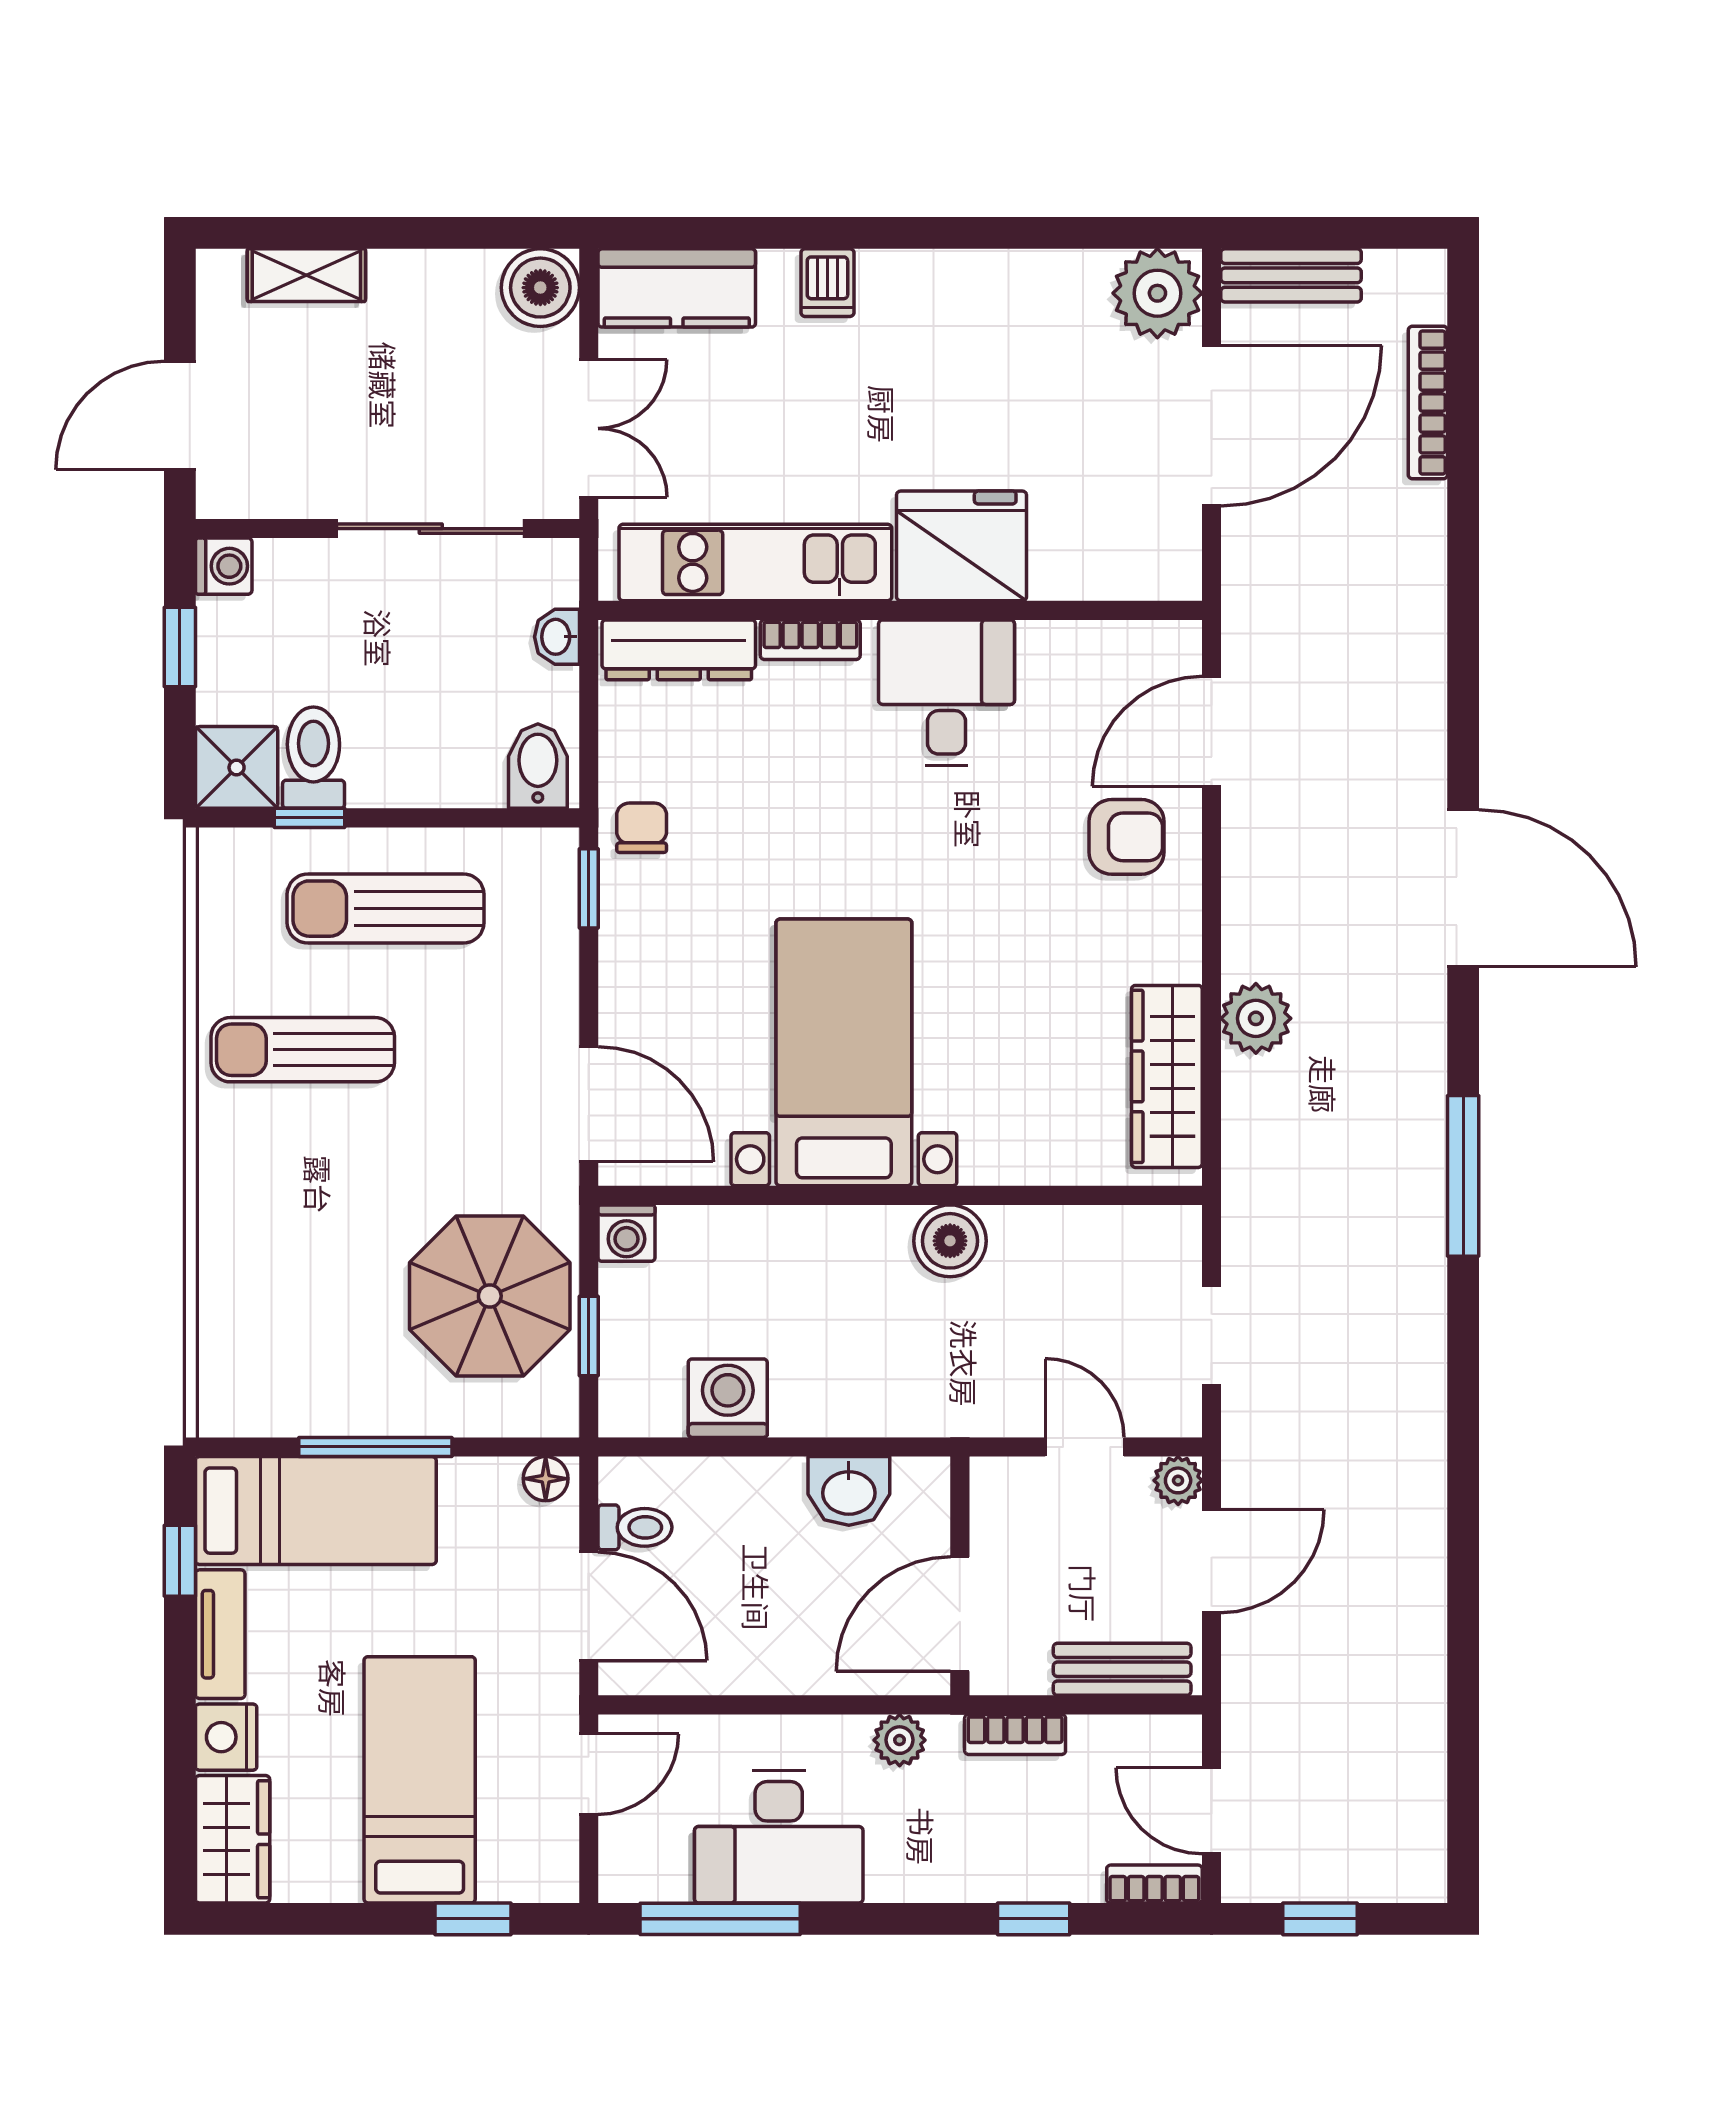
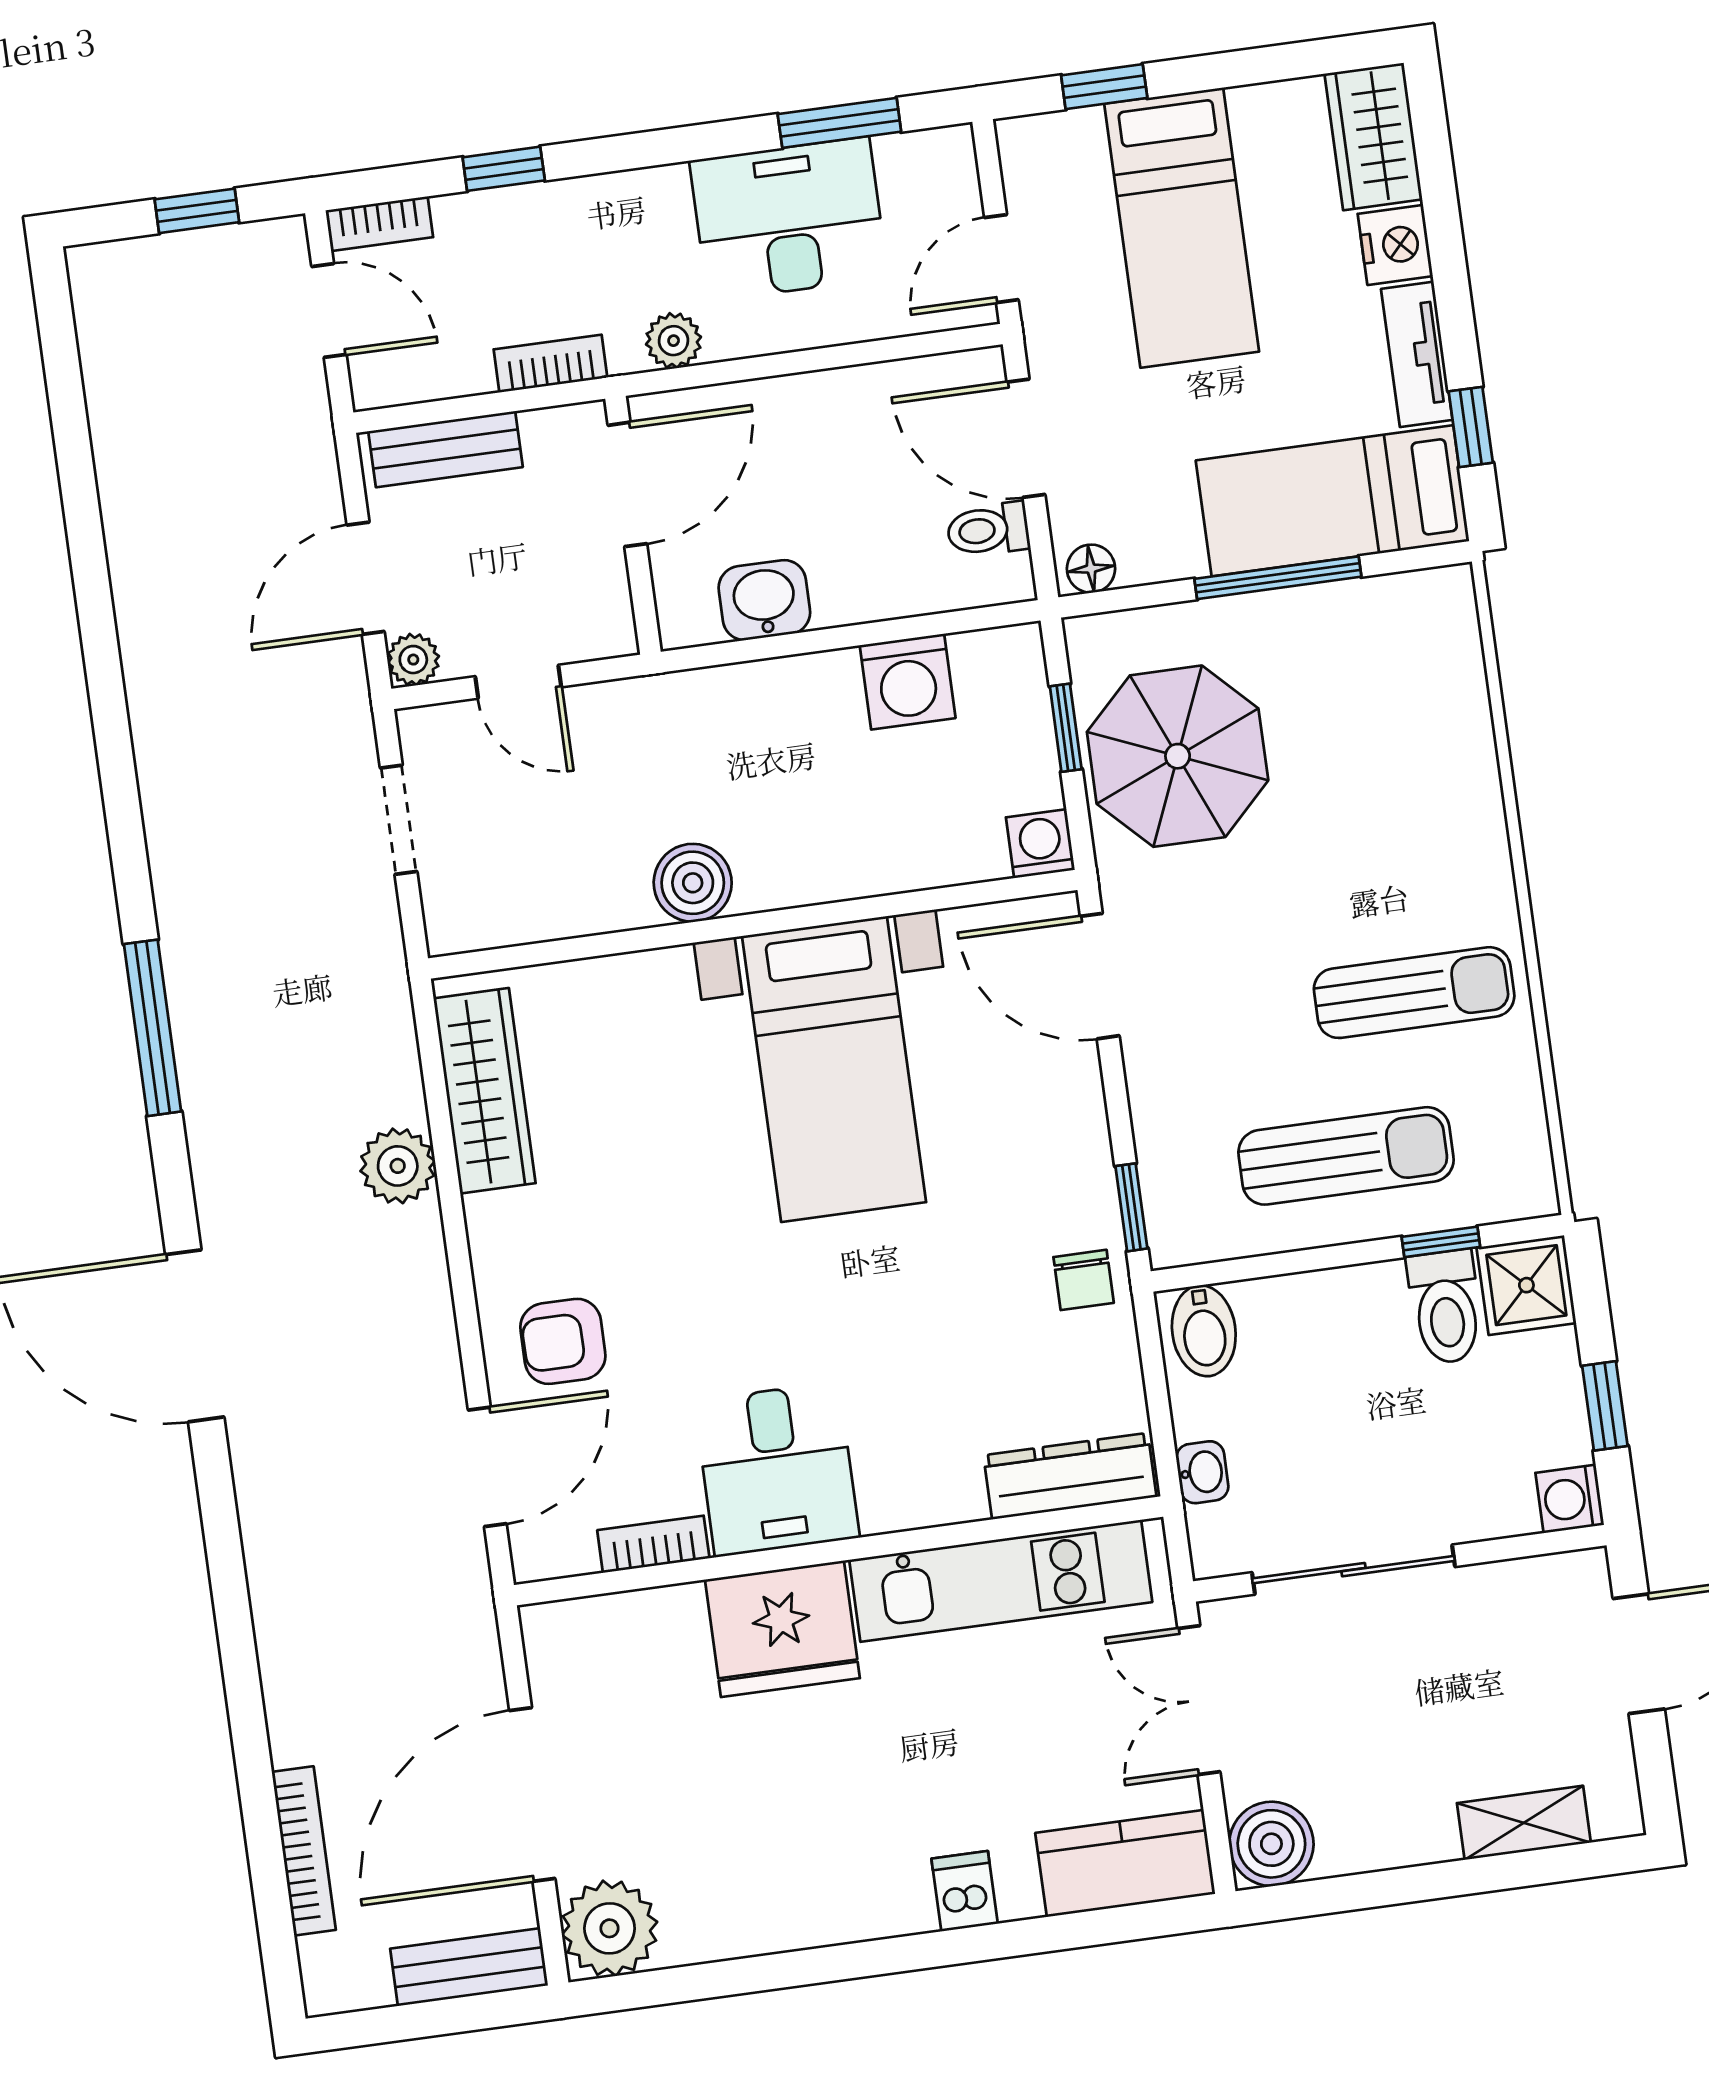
bookcase: (810, 640) -> (653, 1544), moved
window: (720, 1919) -> (839, 123), width x0.69

